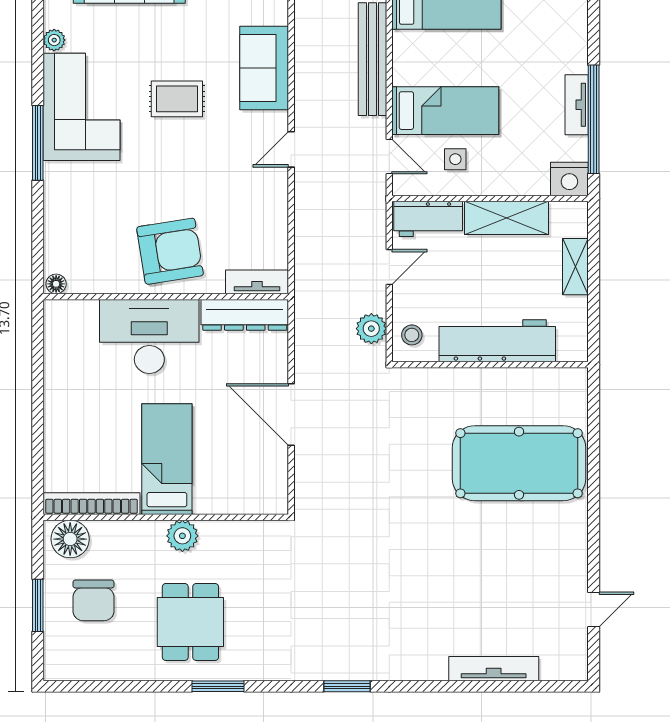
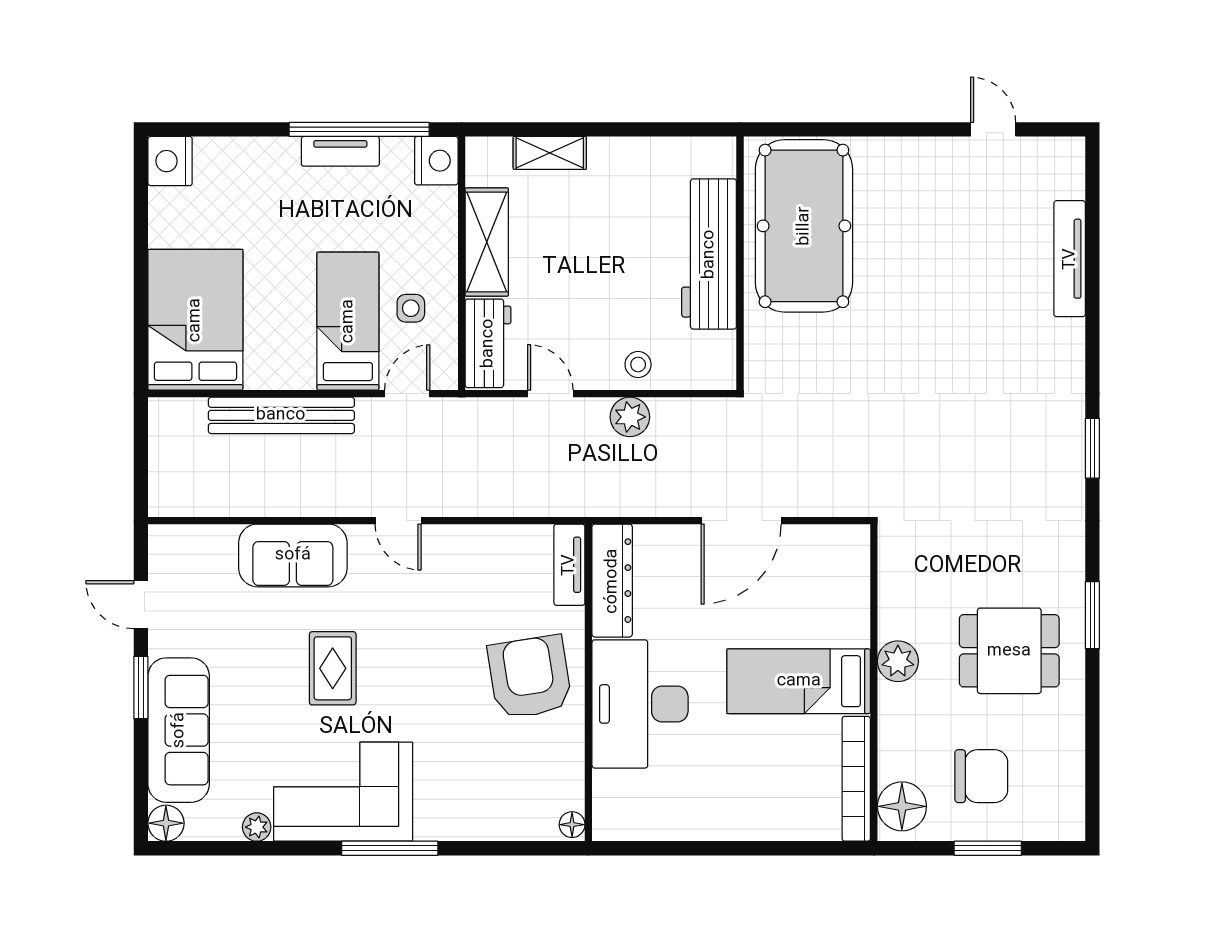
workbench: (497, 341) -> (709, 254), moved
wall: (490, 365) -> (740, 263), moved

